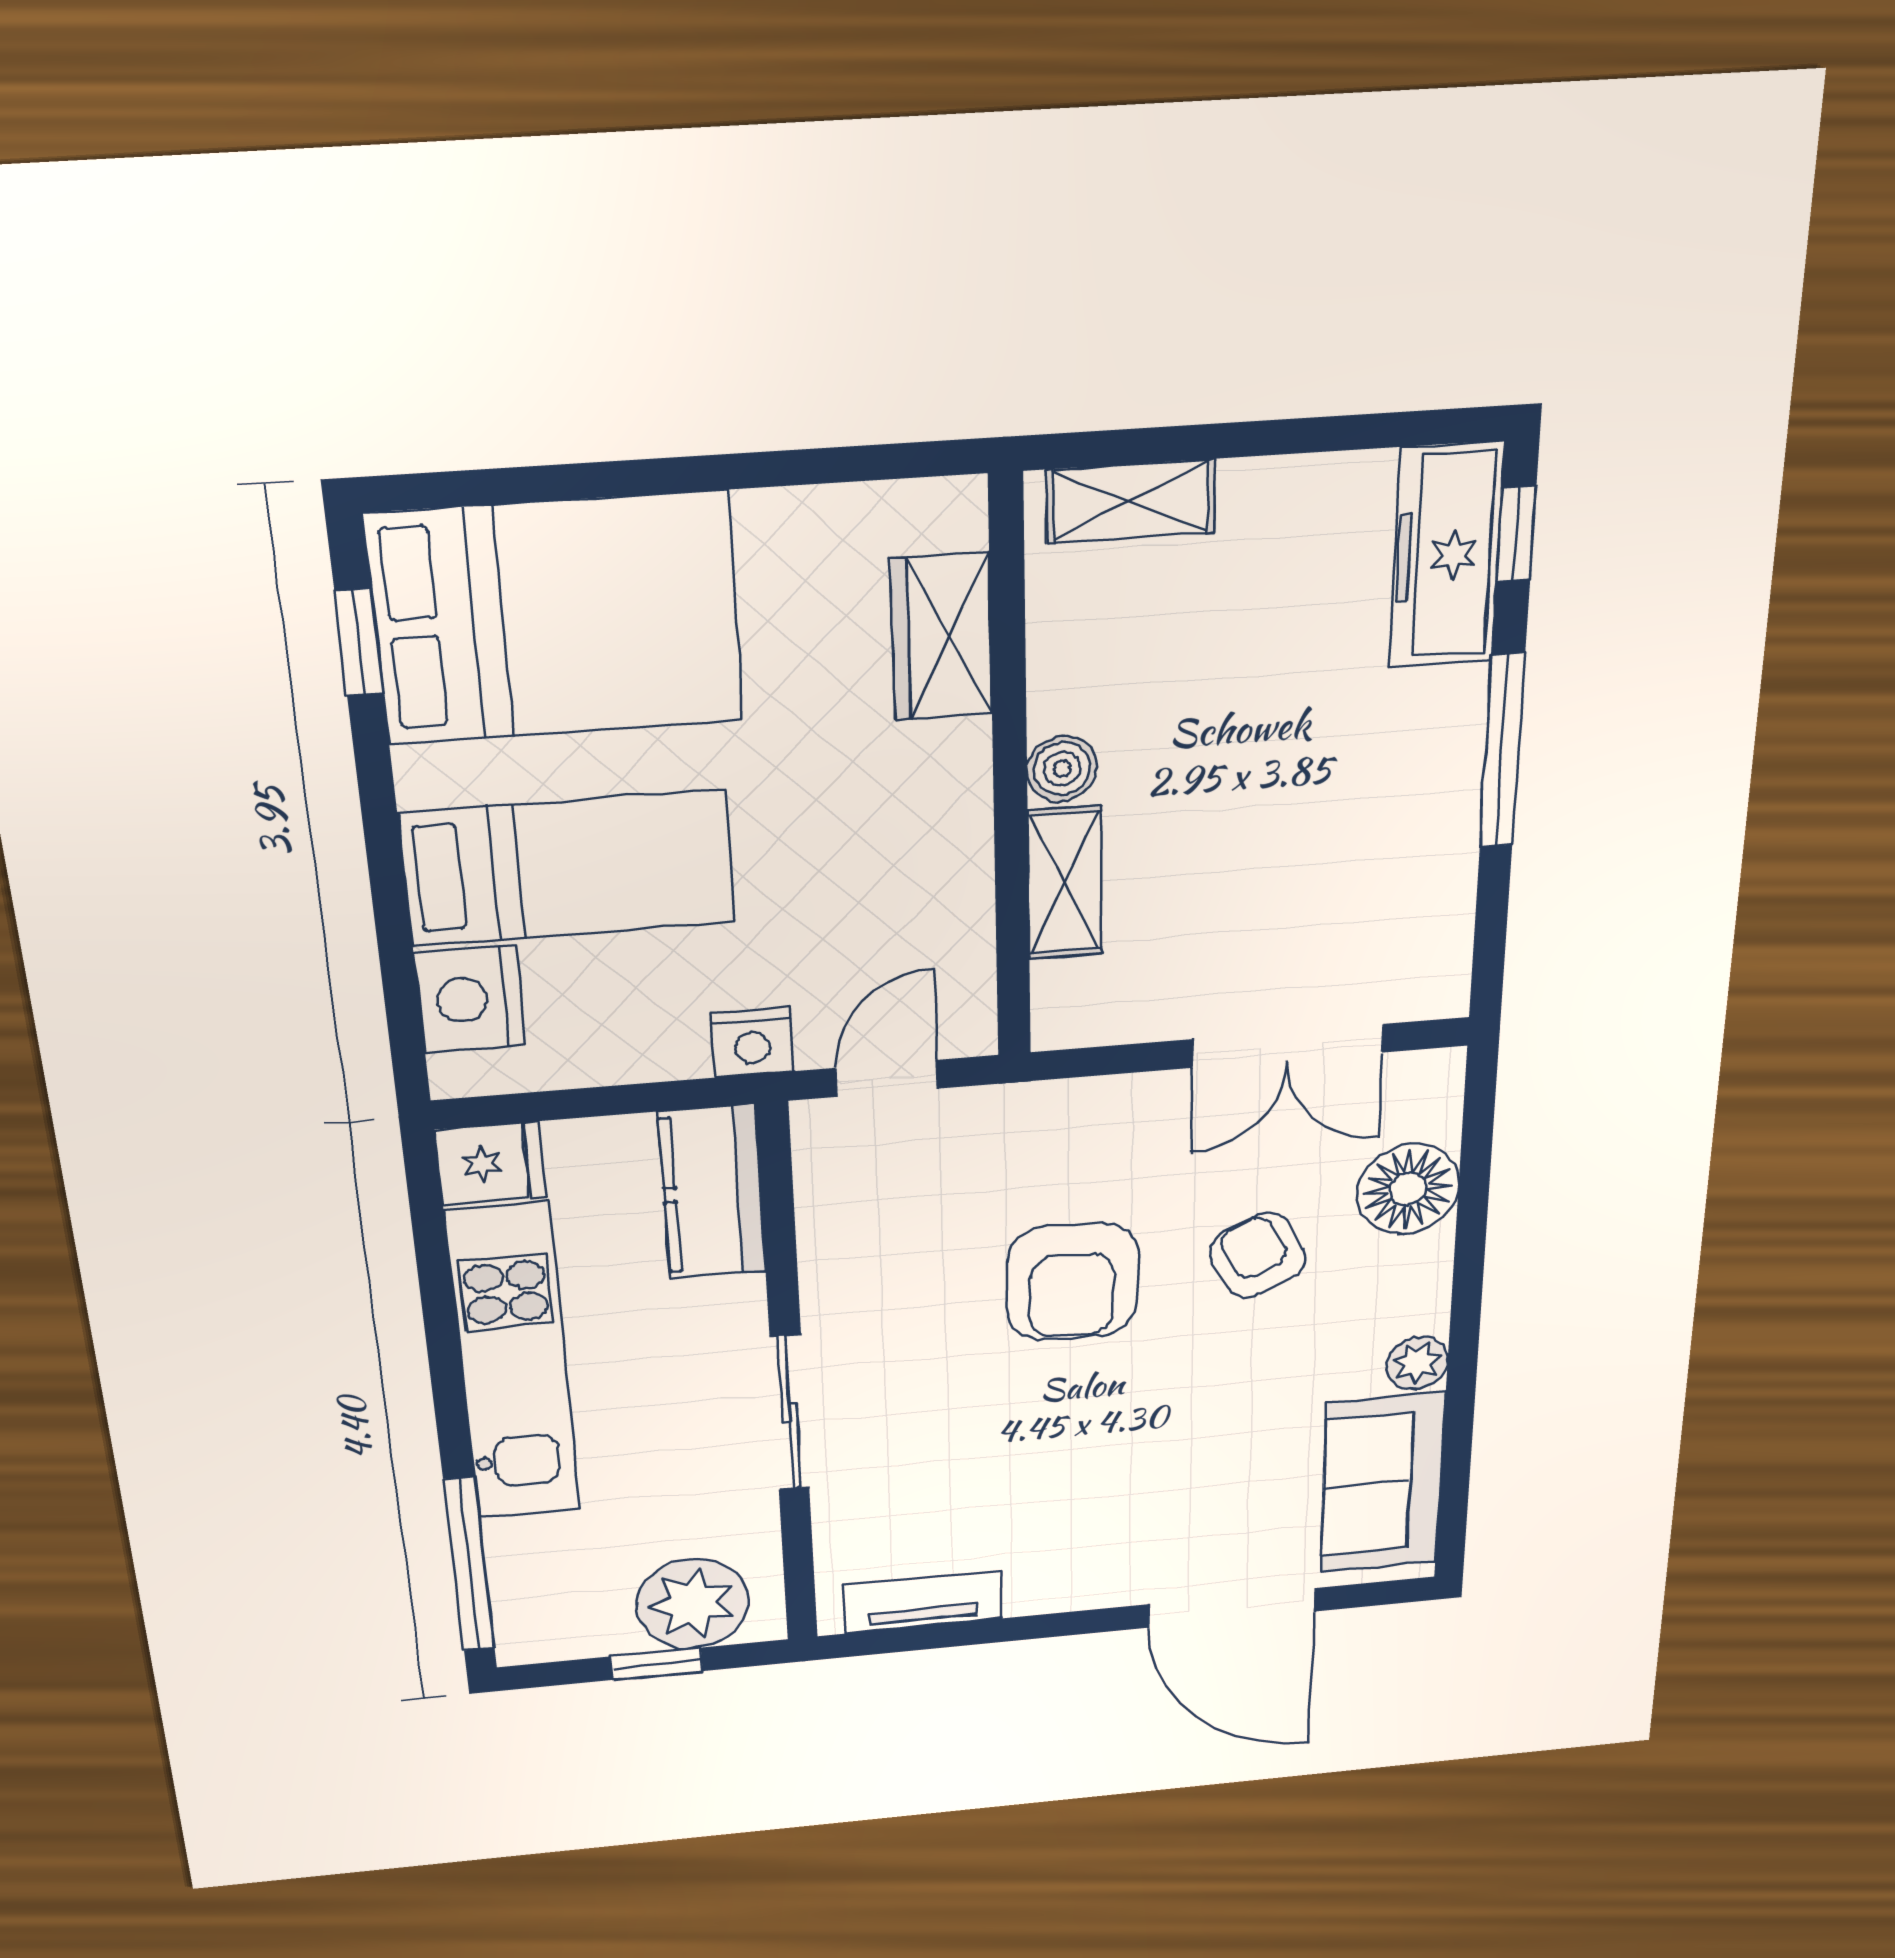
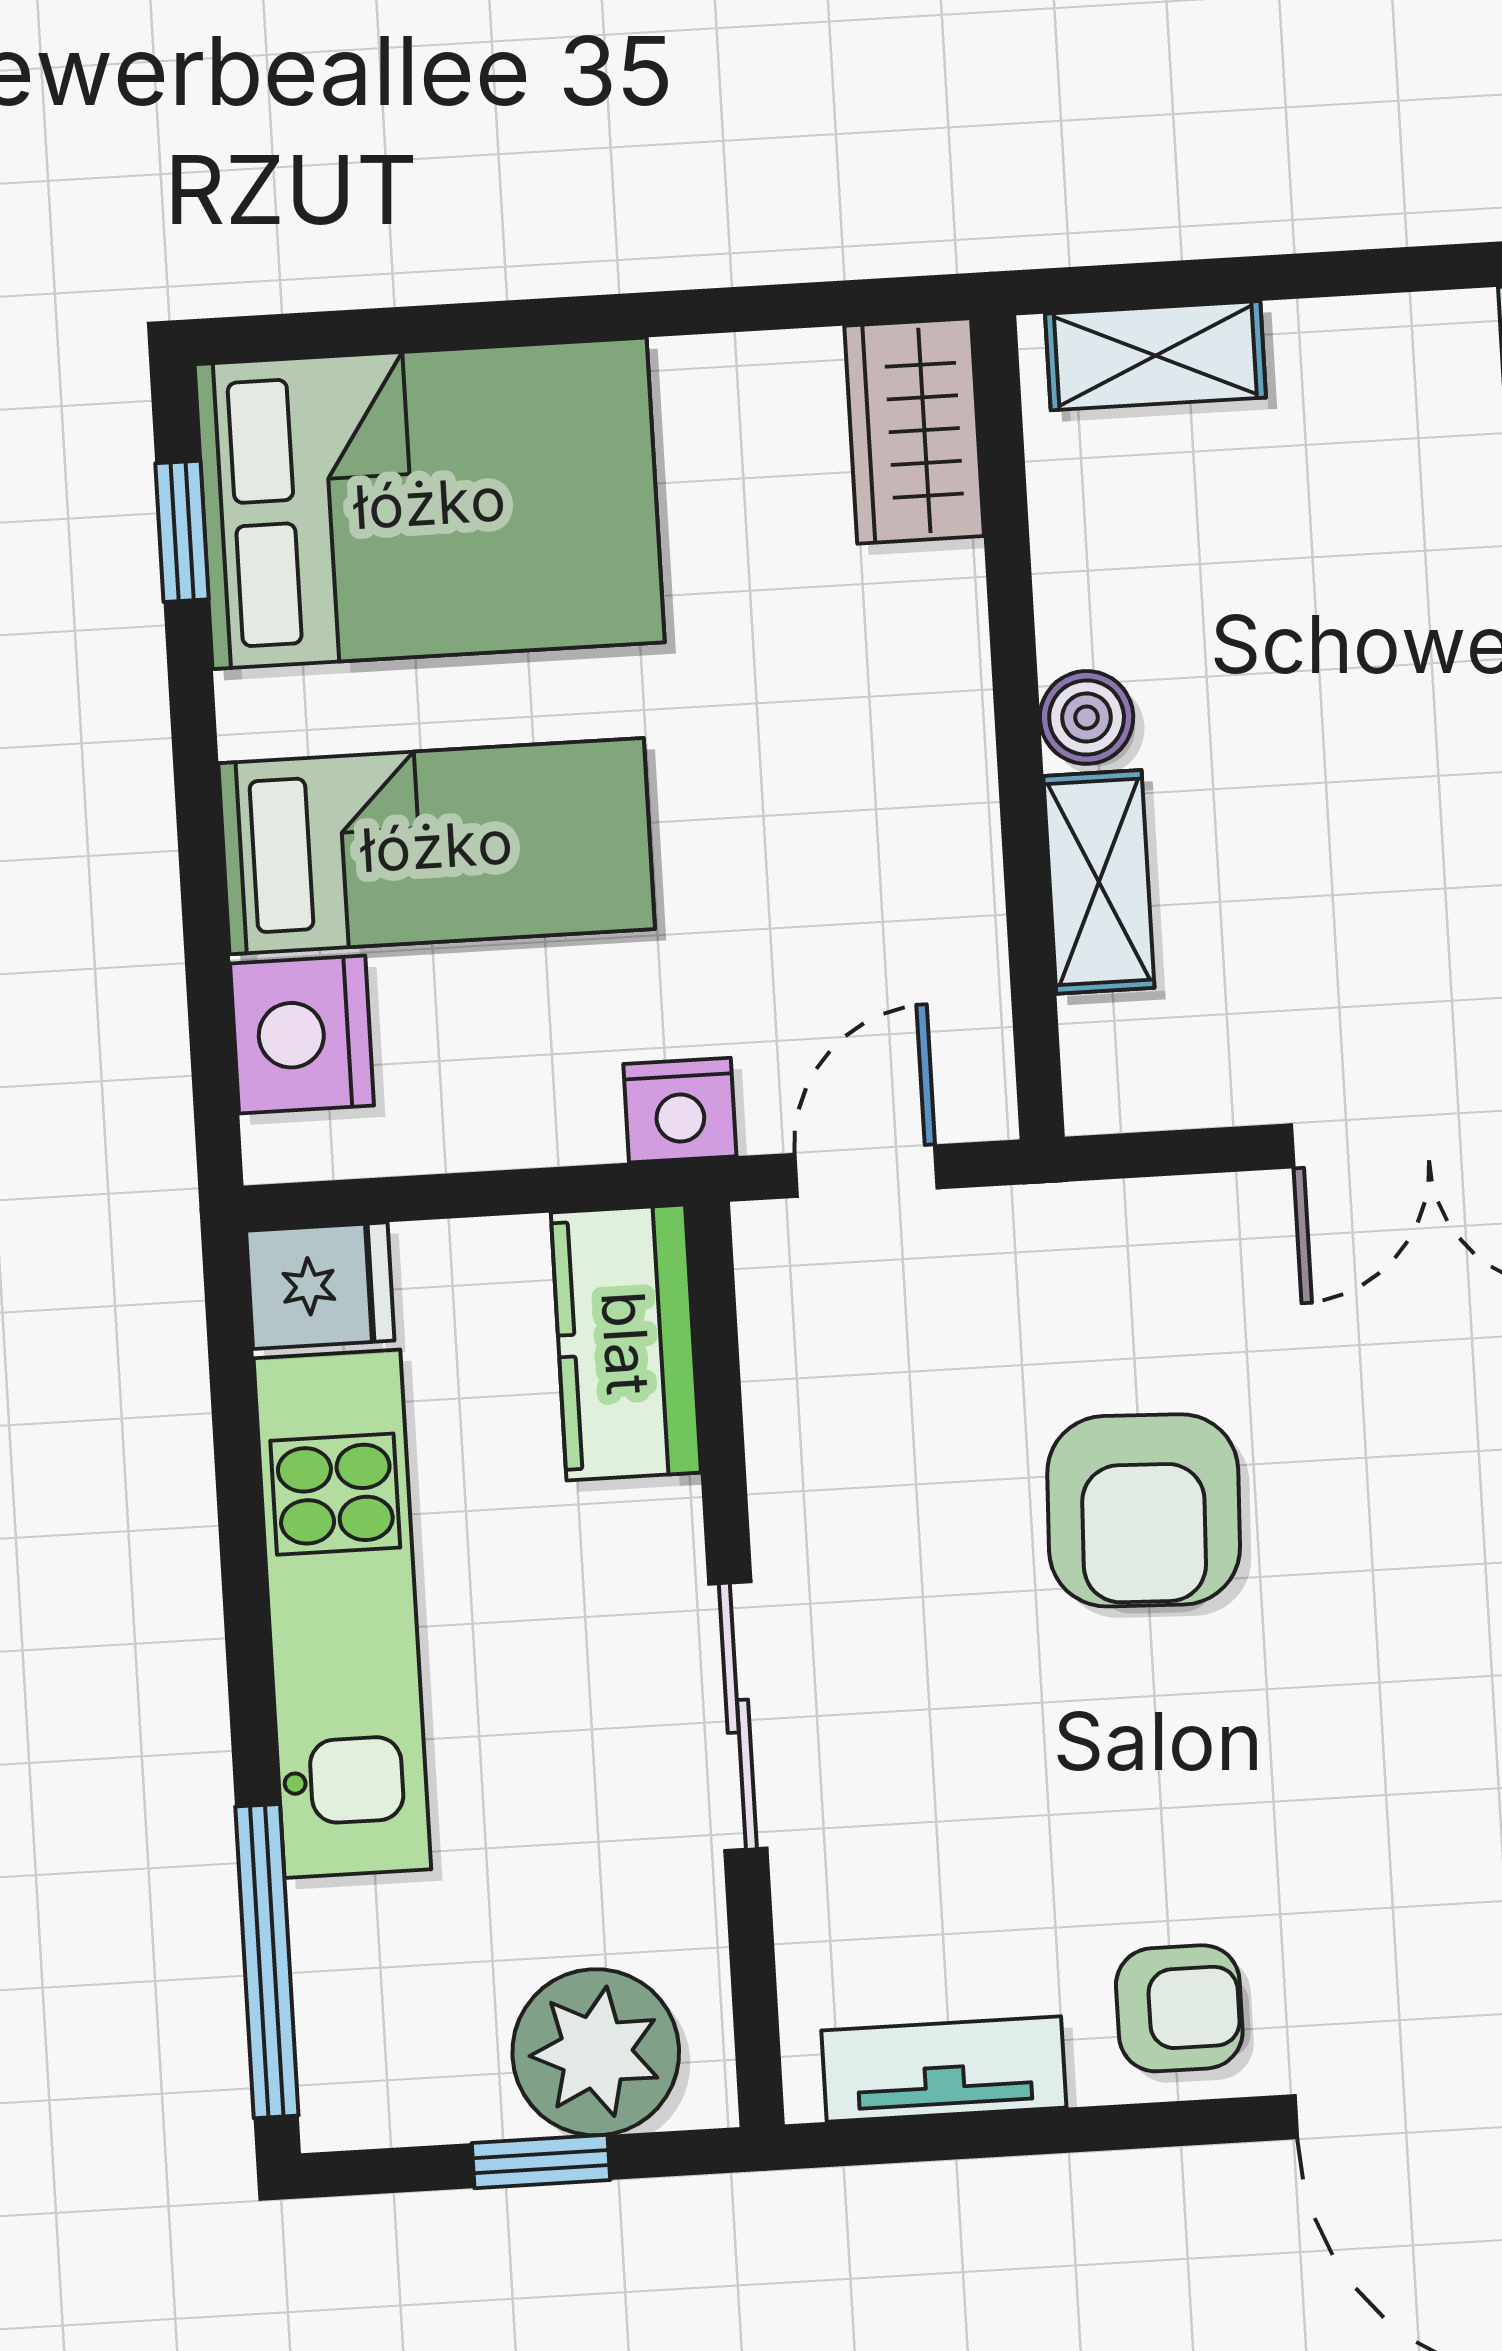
wardrobe: (942, 637) -> (914, 431), moved
armchair: (1258, 1255) -> (1179, 2008), moved, turned 117

